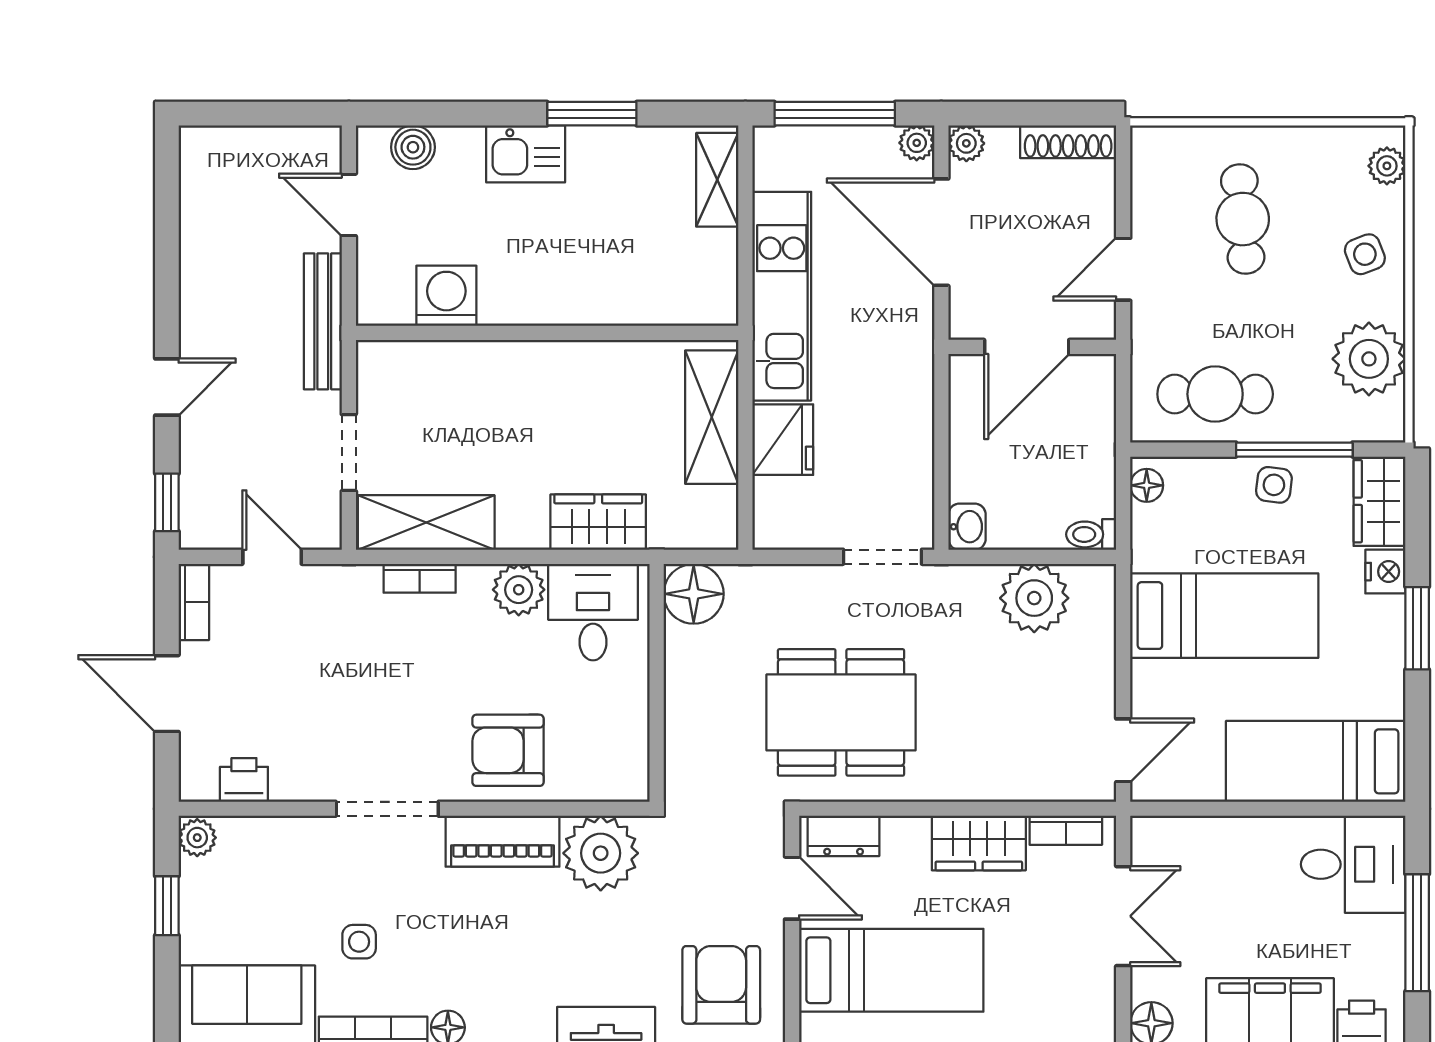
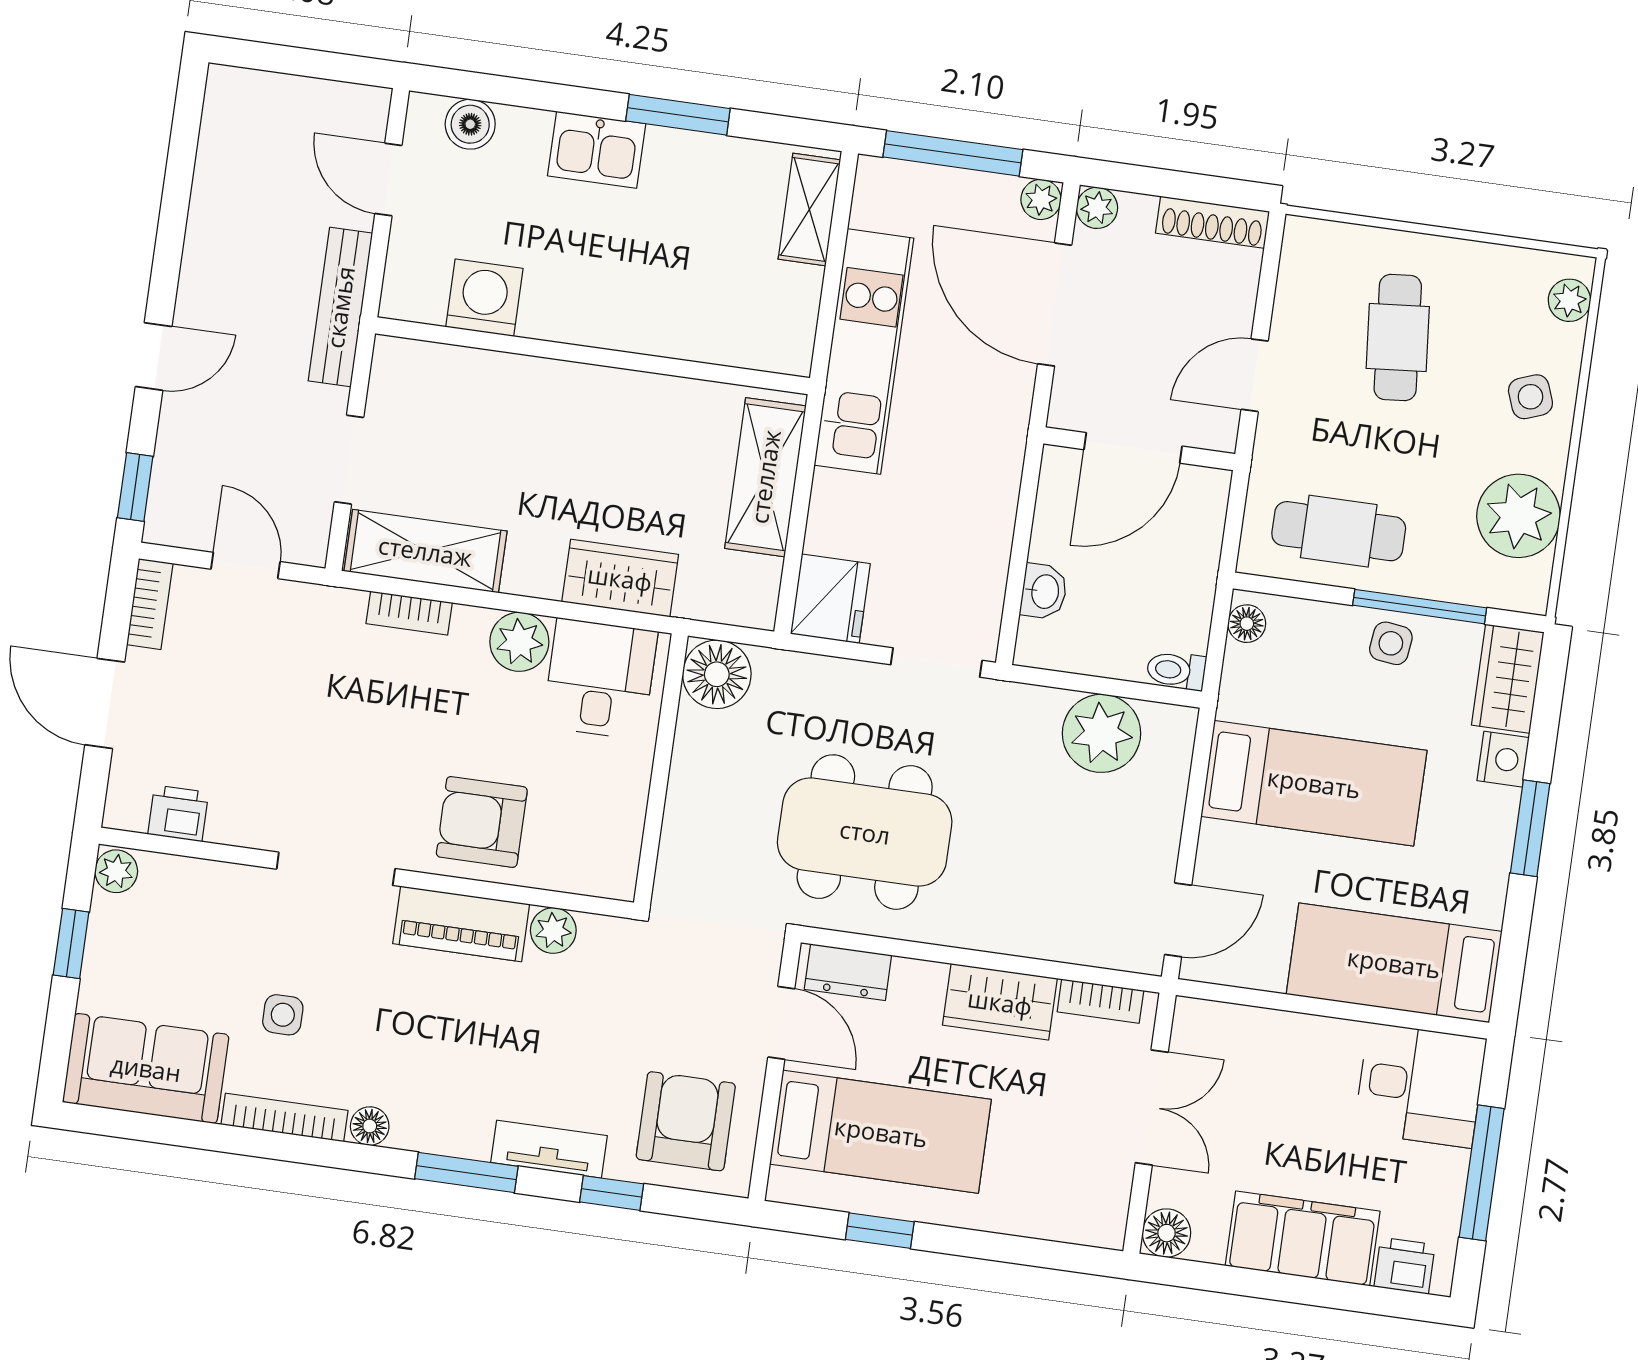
fridge: (783, 440) -> (830, 599), moved
washbasin: (967, 527) -> (1044, 591), moved
plant: (601, 853) -> (553, 931), width x0.53, depth x0.53

